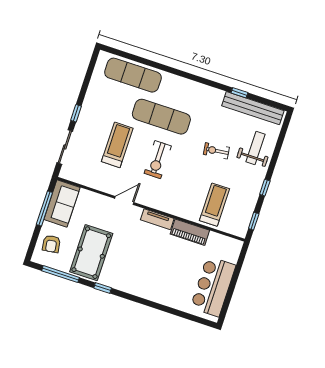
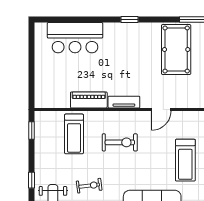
exercise bike: (158, 160) -> (120, 142), moved, turned 90
window: (265, 188) -> (32, 180), moved
bar counter: (213, 286) -> (75, 38), moved, turned 90
window: (103, 288) -> (130, 19), moved

